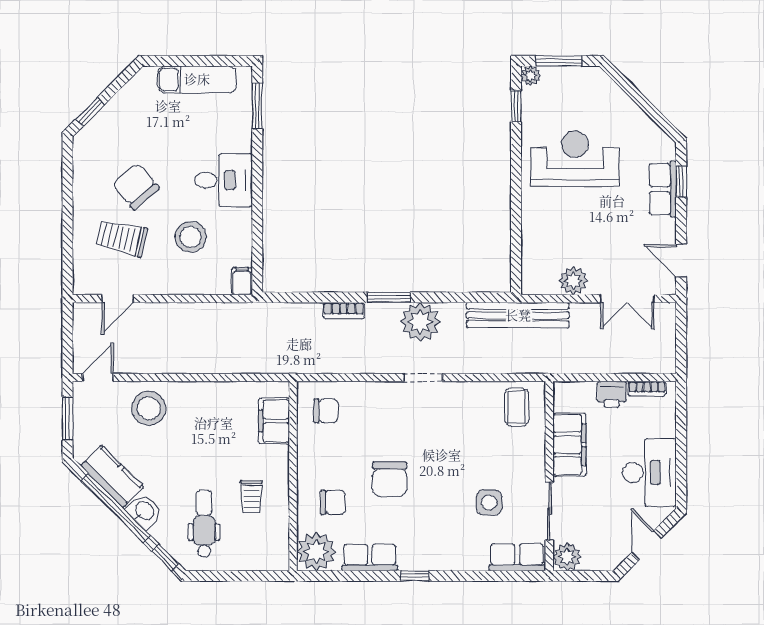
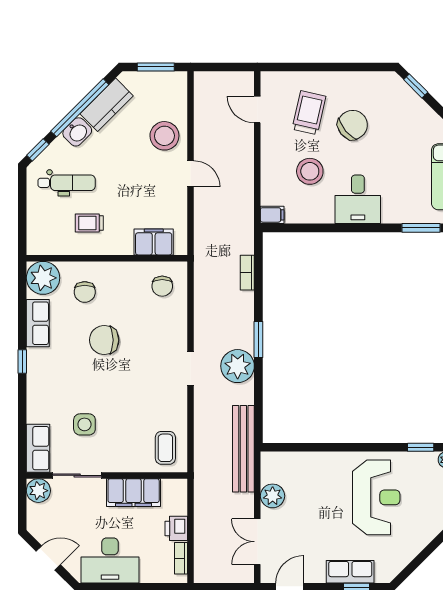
bookcase: (344, 311) -> (247, 273), moved
door: (98, 378) -> (190, 174), moved
coffee table: (517, 407) -> (165, 448), turned 90

